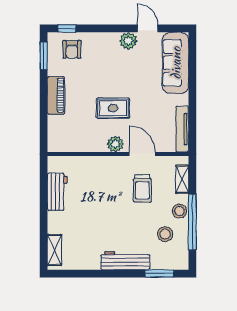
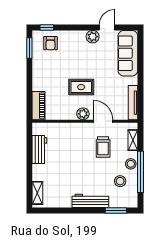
door: (148, 28) -> (107, 27), hinge flipped
piano: (56, 95) -> (39, 106), moved

